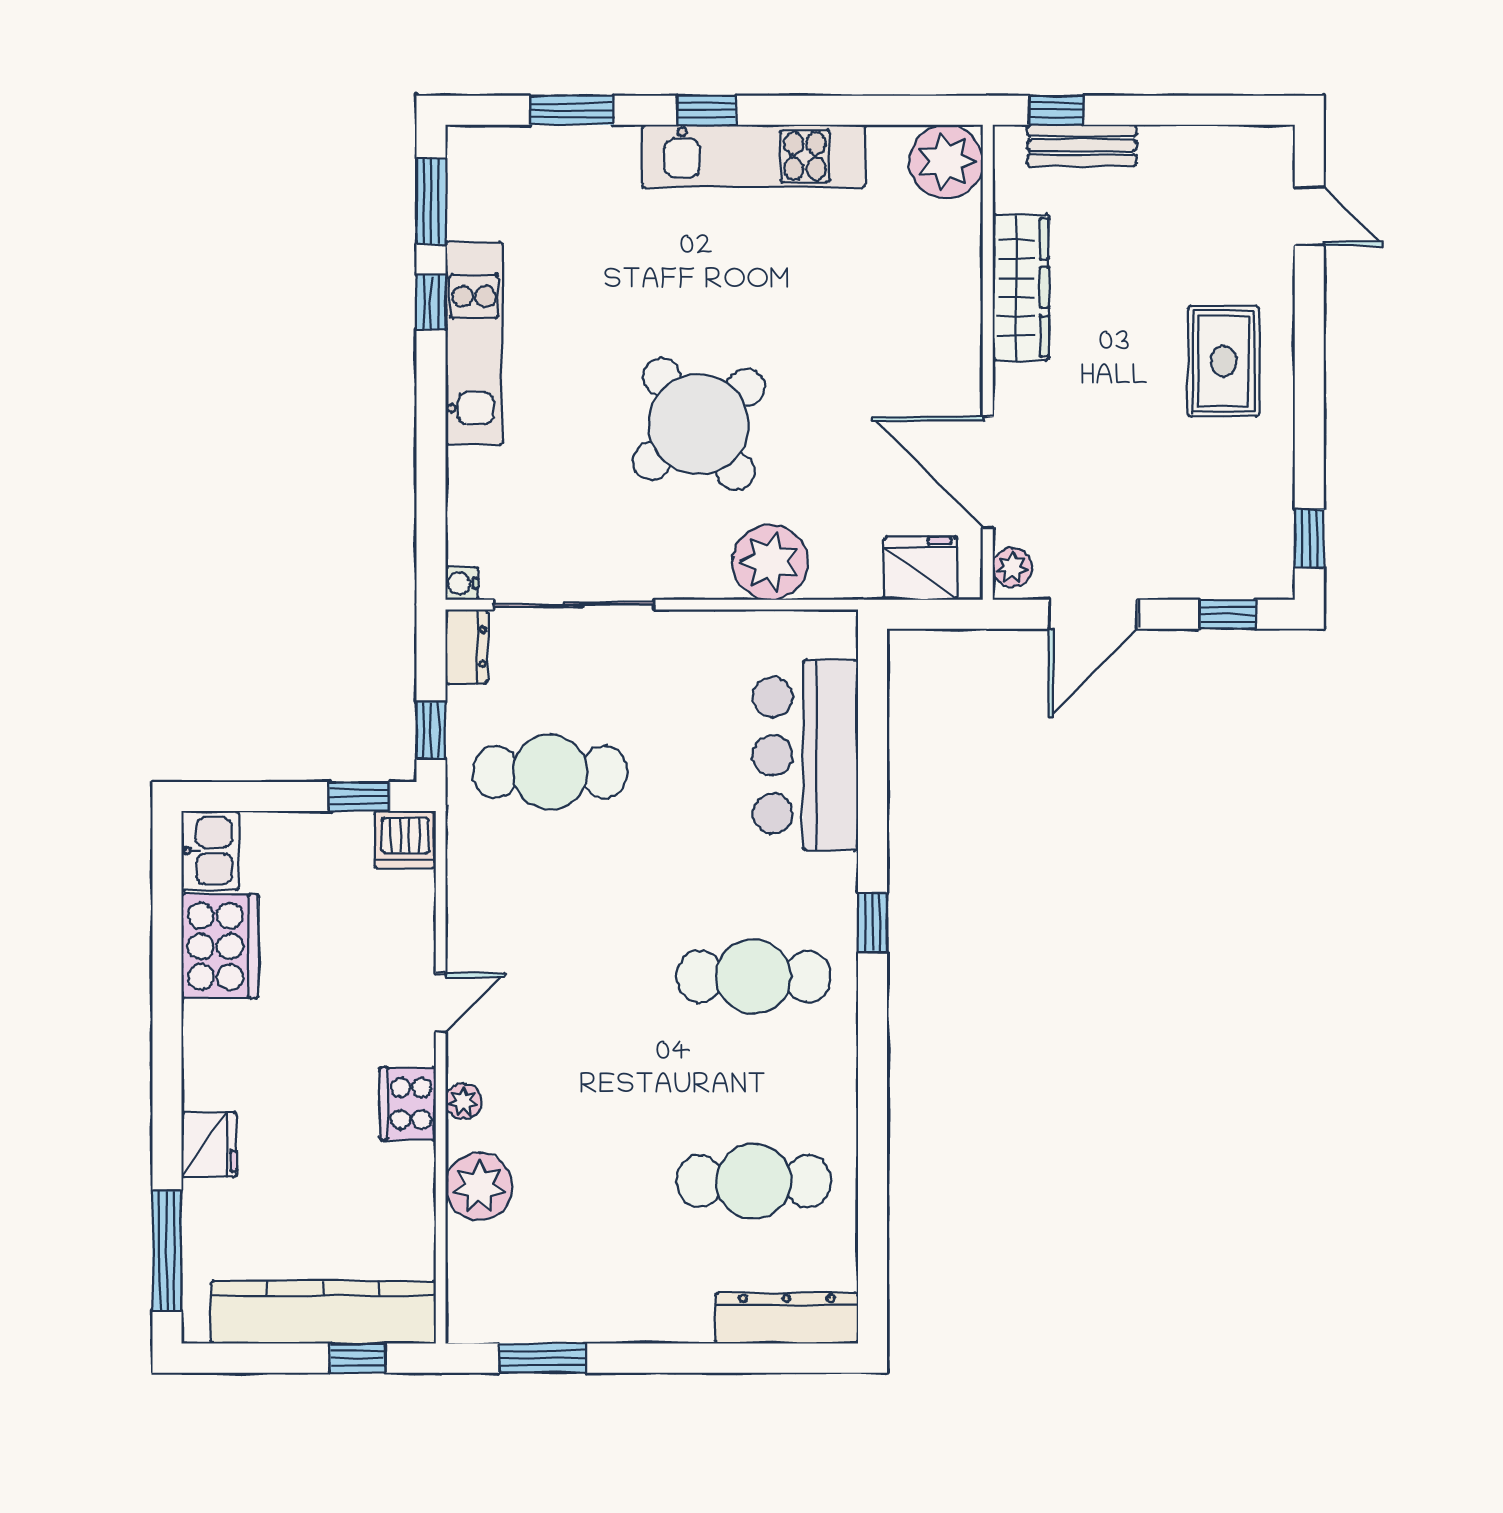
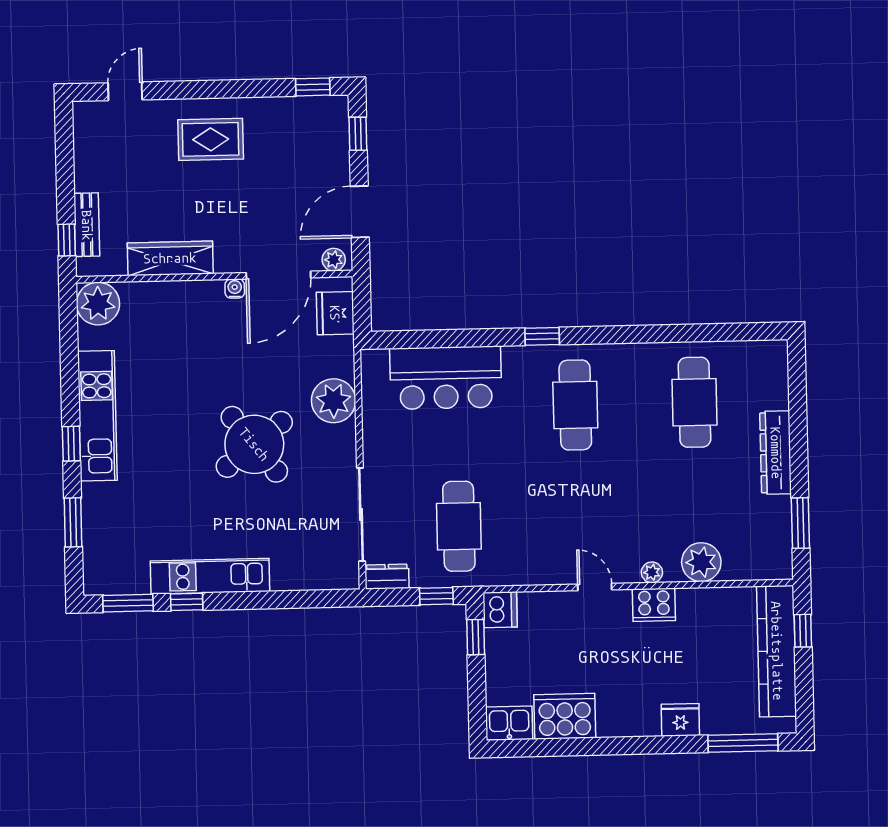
water cooler: (462, 583) -> (235, 289), moved, turned 180
door: (1093, 614) -> (360, 212), swing flipped
dresser: (787, 1318) -> (776, 453), moved

